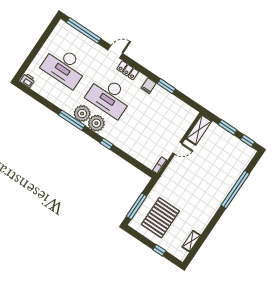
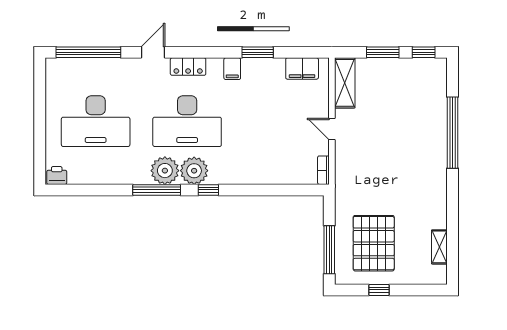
filing cabinet: (183, 109) -> (302, 68), added
window: (107, 144) -> (208, 190), moved
door: (177, 148) -> (332, 129), swing flipped
window: (159, 250) -> (379, 290), moved

